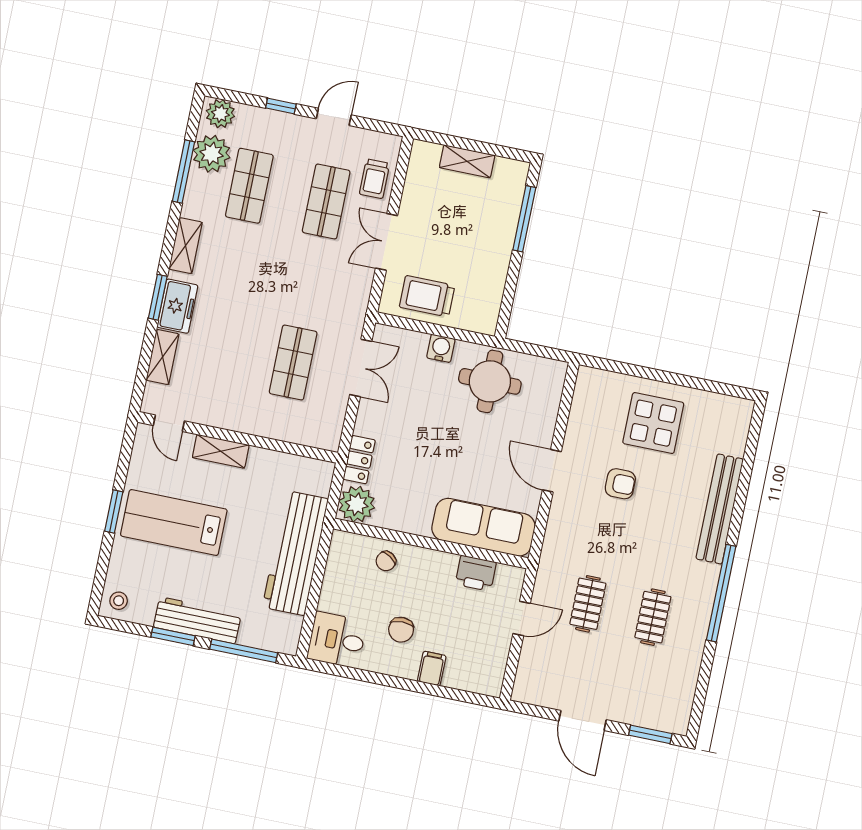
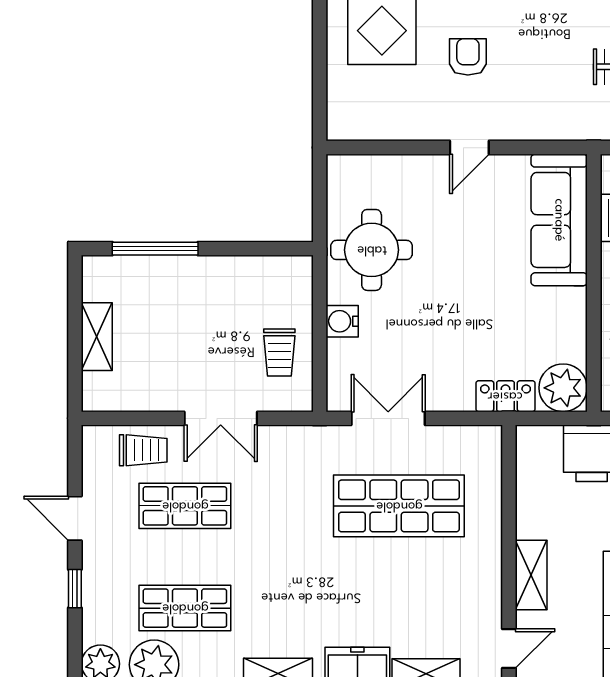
trolley: (427, 296) -> (279, 352), width x0.73, depth x0.72
shop shelf: (293, 363) -> (399, 506), width x1.43, depth x1.36
door: (552, 471) -> (469, 148), width x0.73

